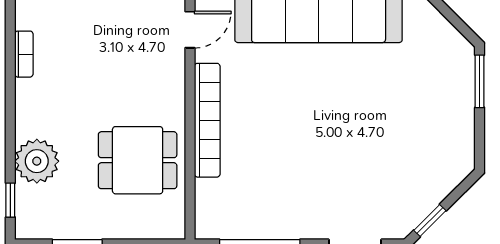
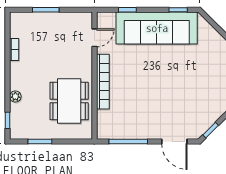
dining table: (138, 160) -> (69, 101), width x1.38
plant: (37, 161) -> (15, 96), width x0.53, depth x0.53

